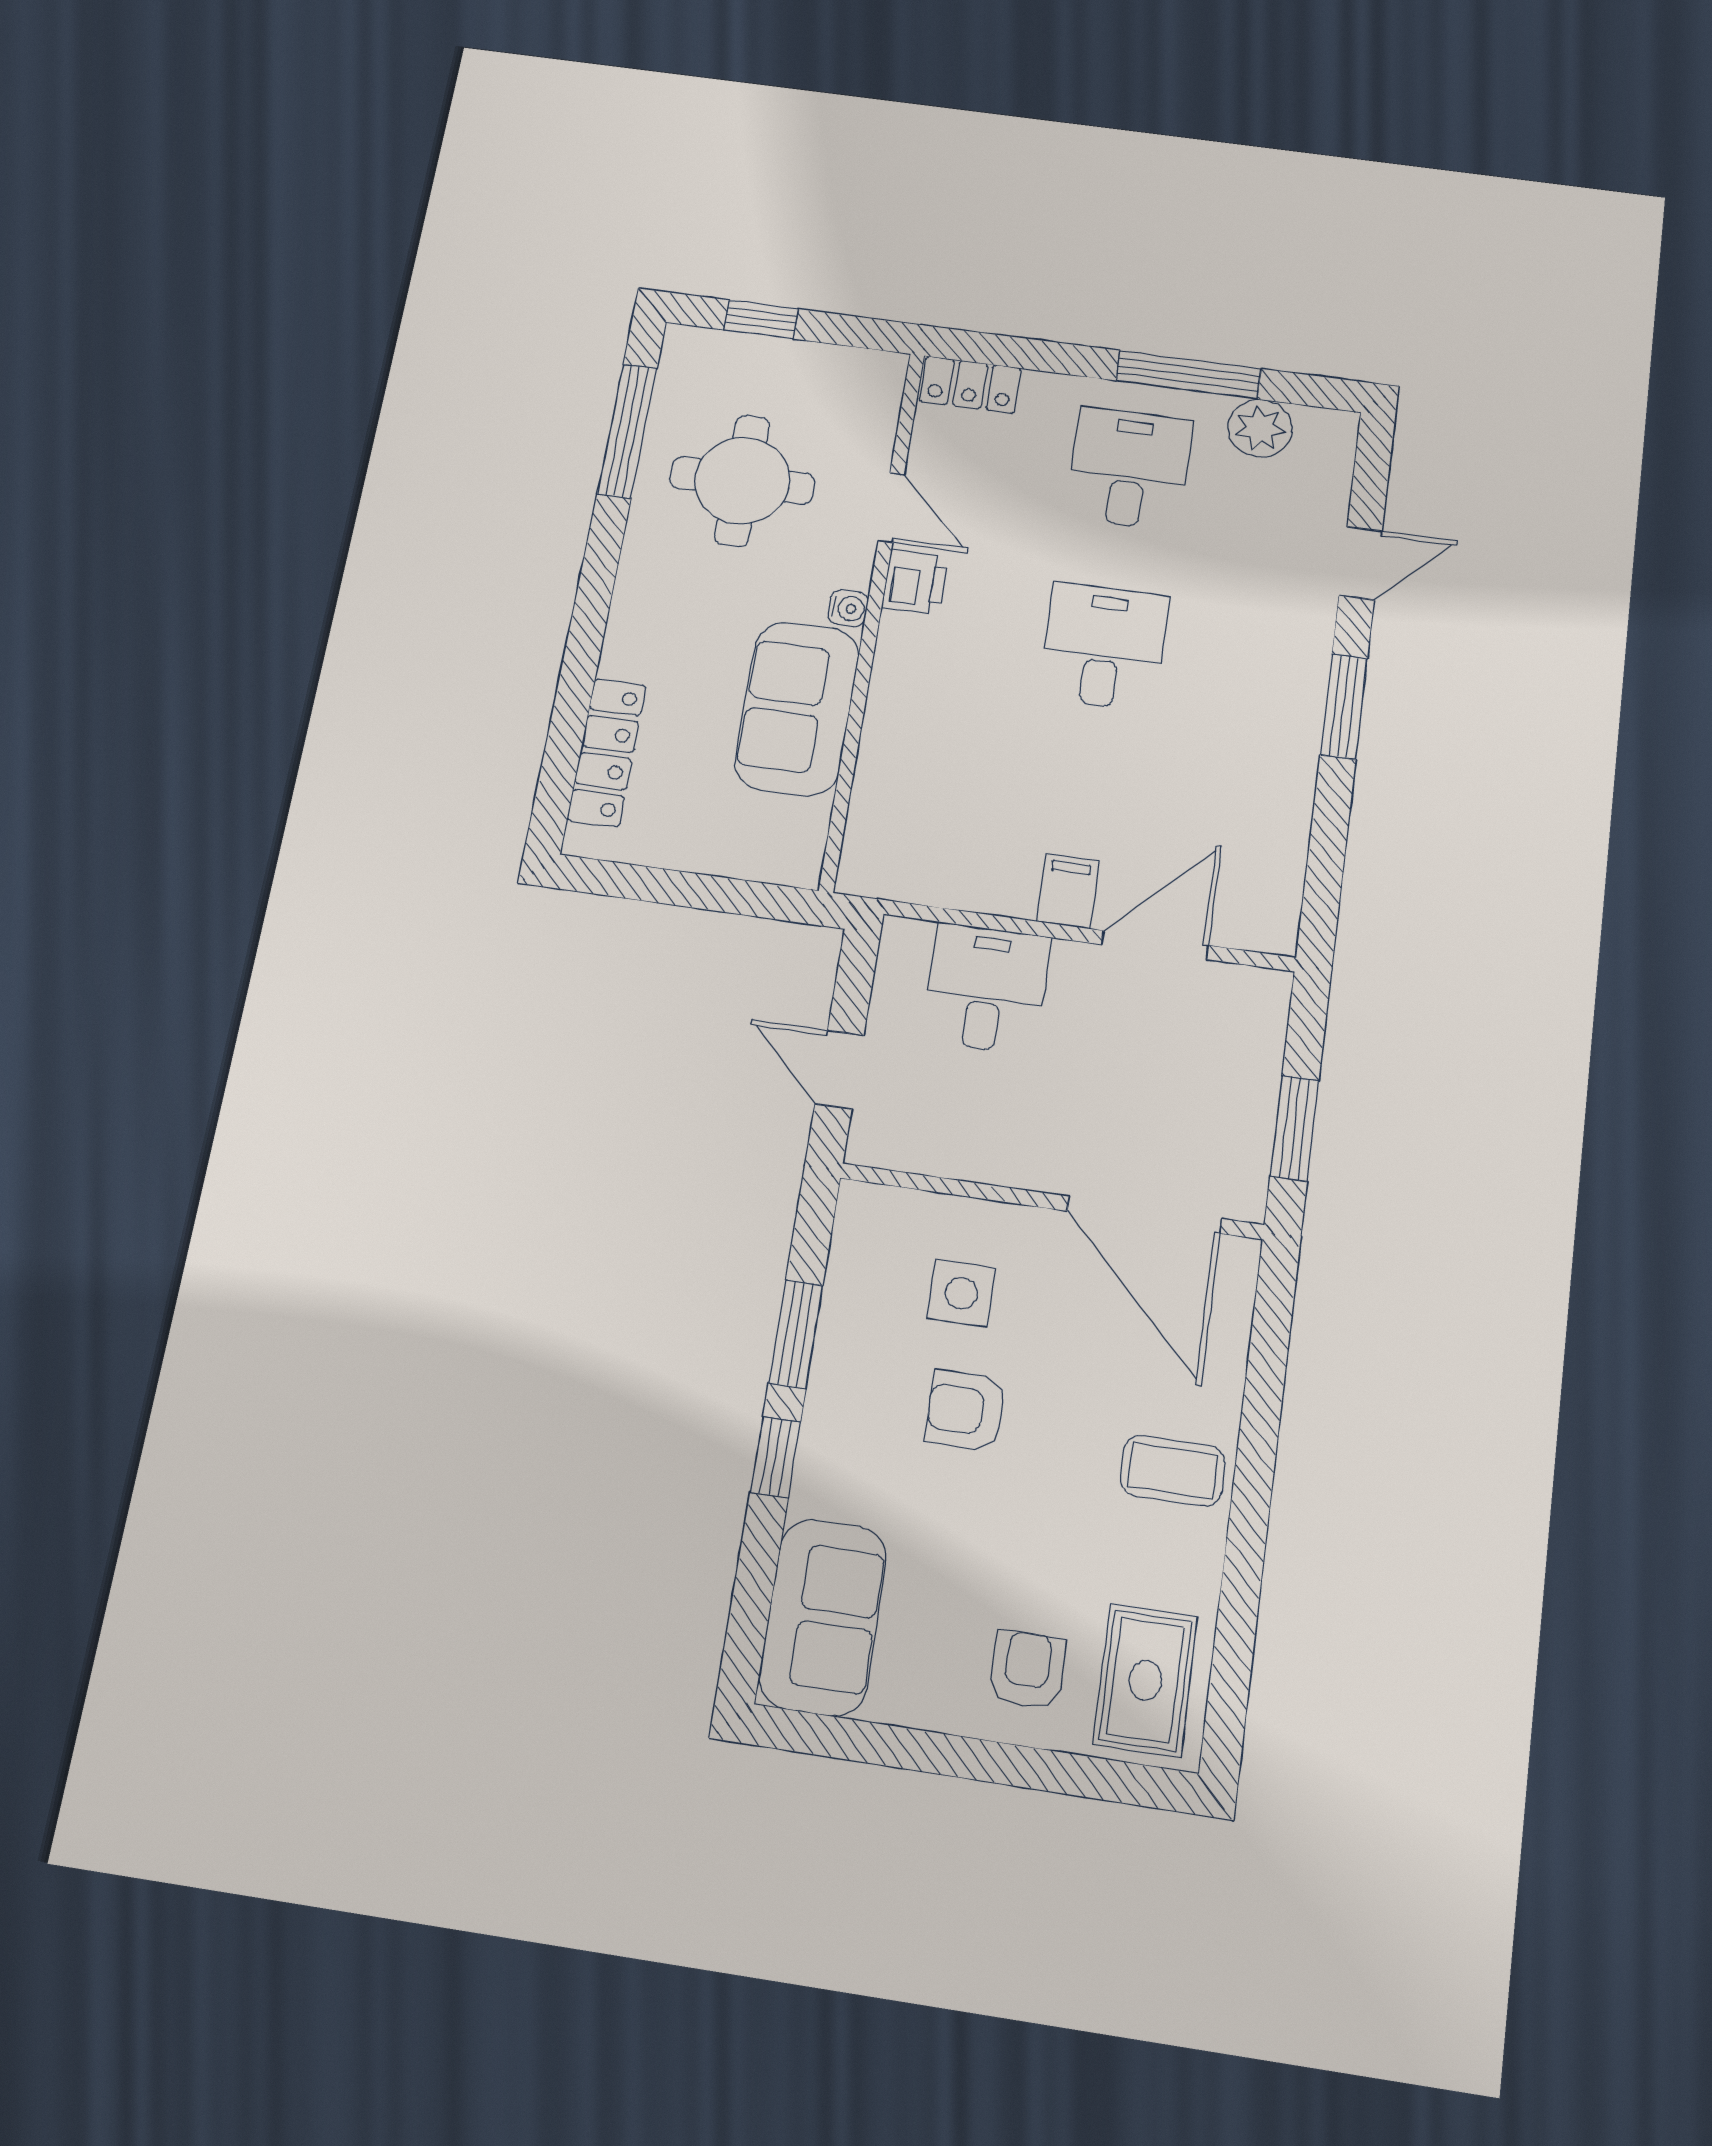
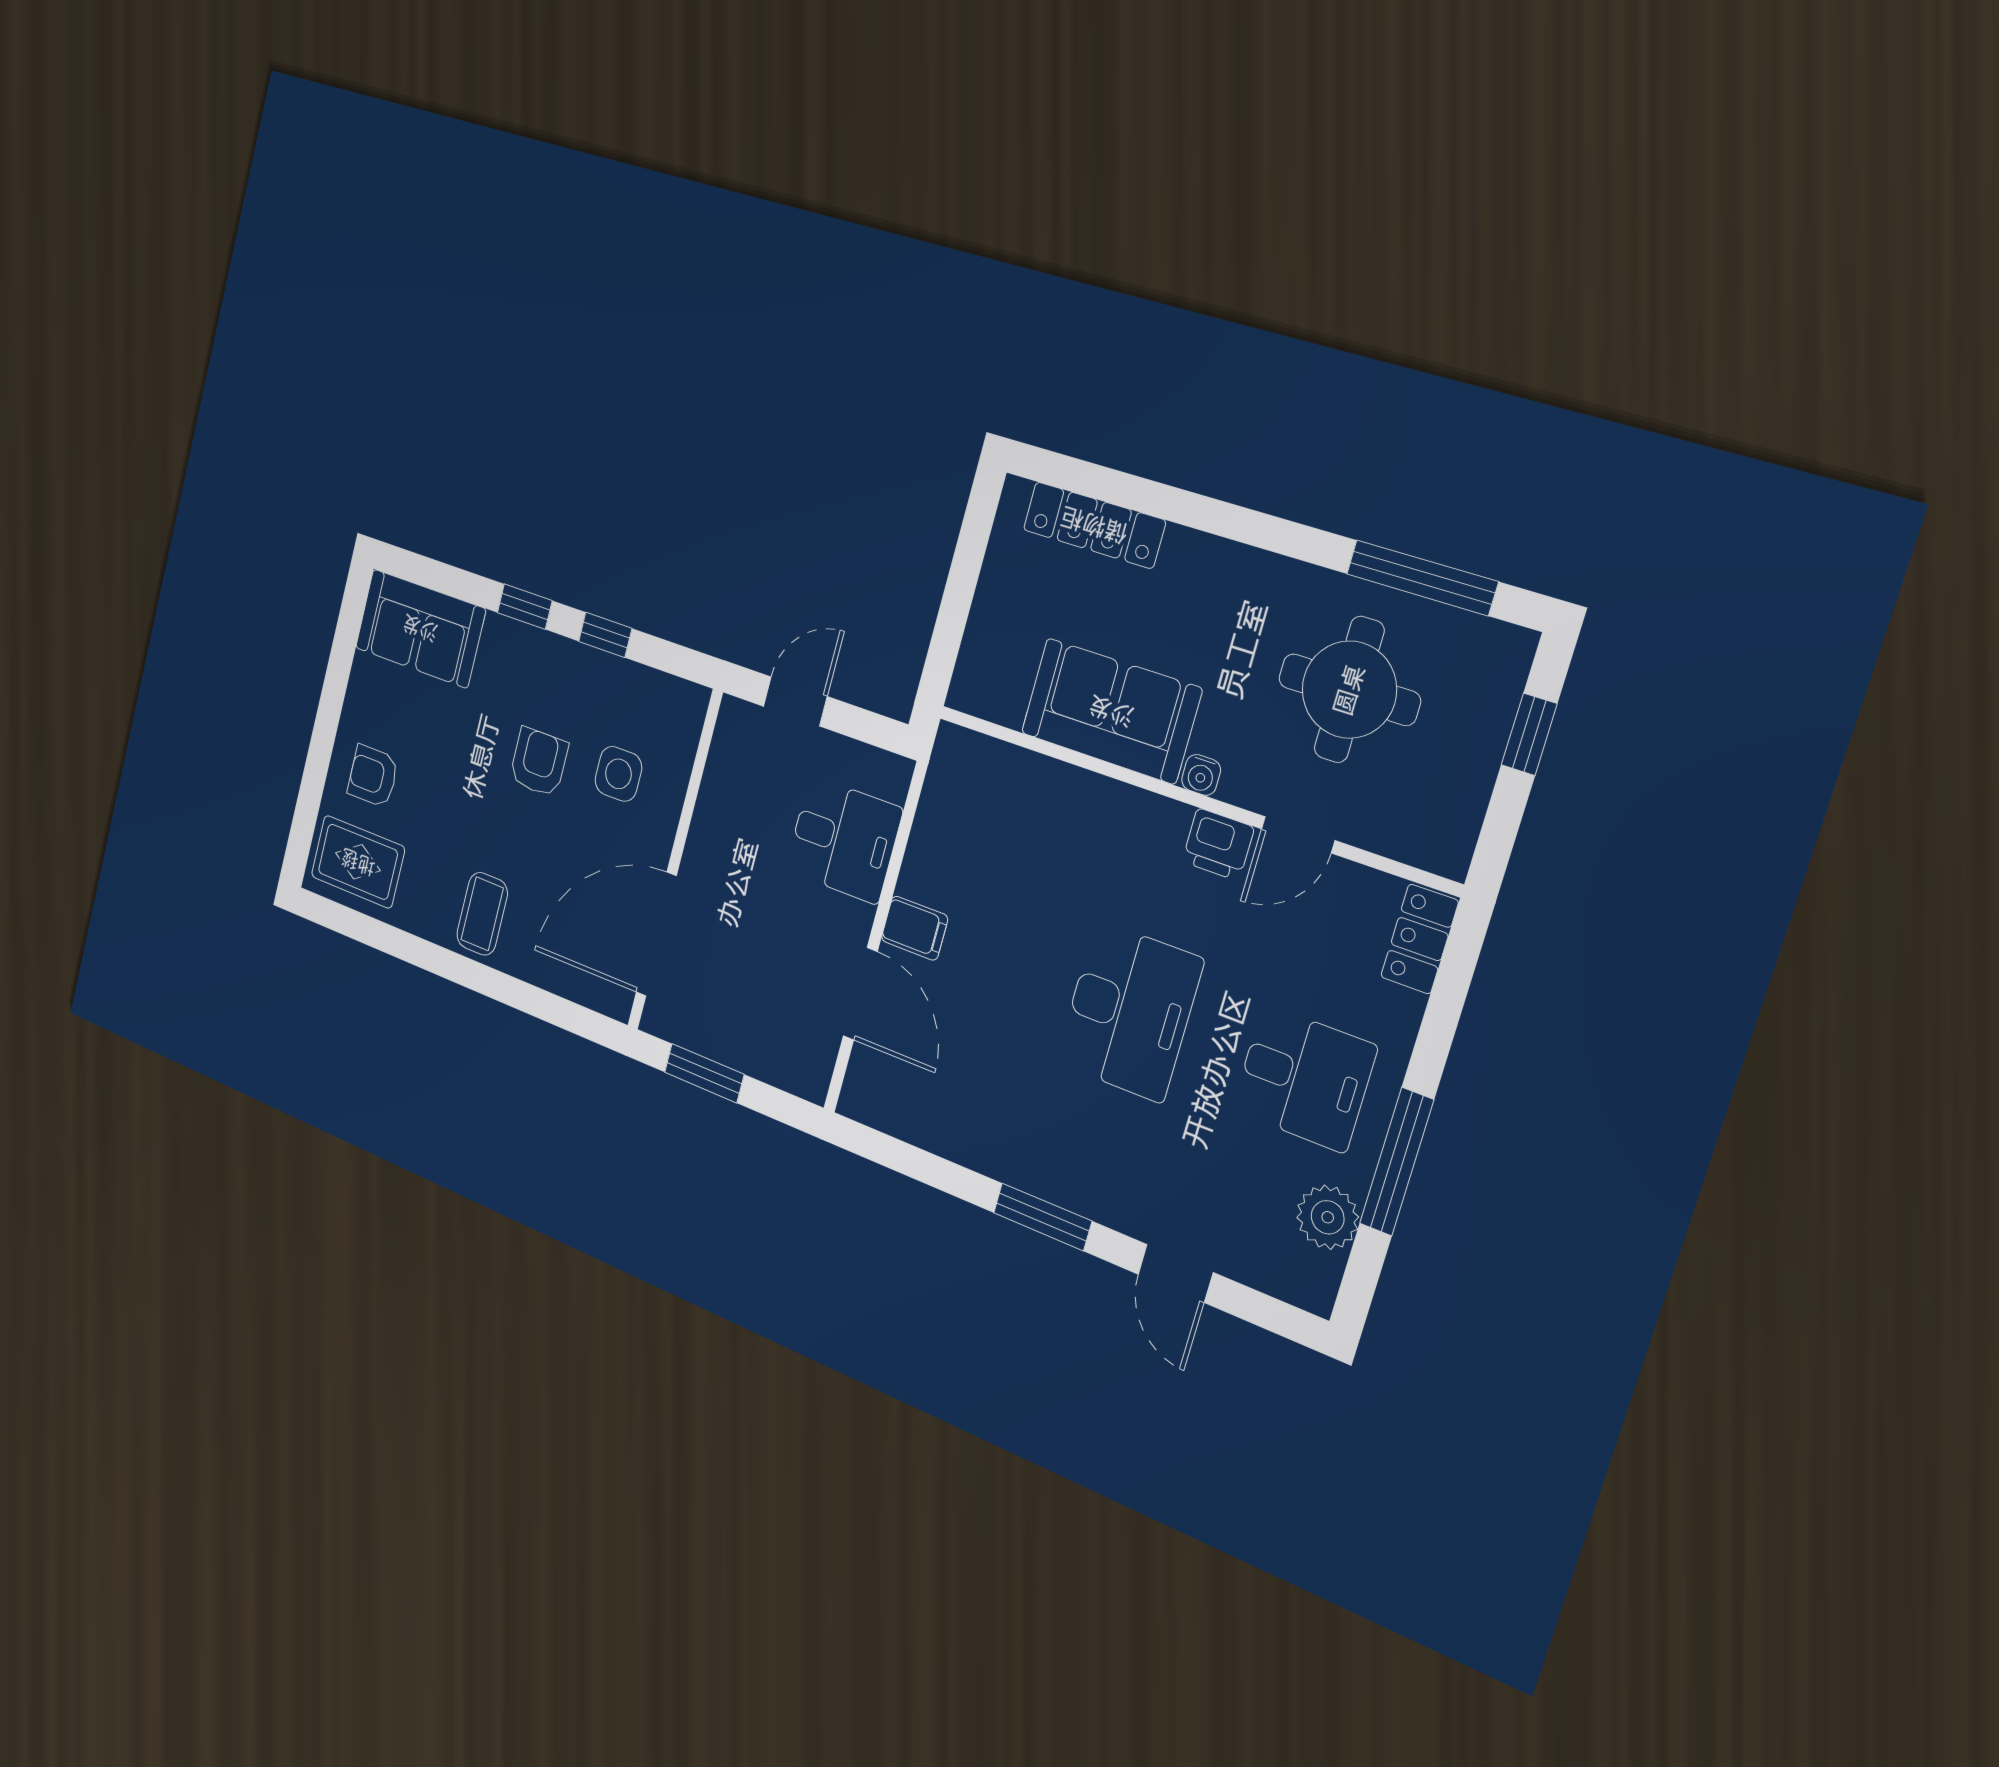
desk: (1104, 647) -> (1129, 1011), width x1.37
window: (796, 1334) -> (605, 635), width x0.67
armchair: (1027, 1670) -> (373, 776), turned 180

